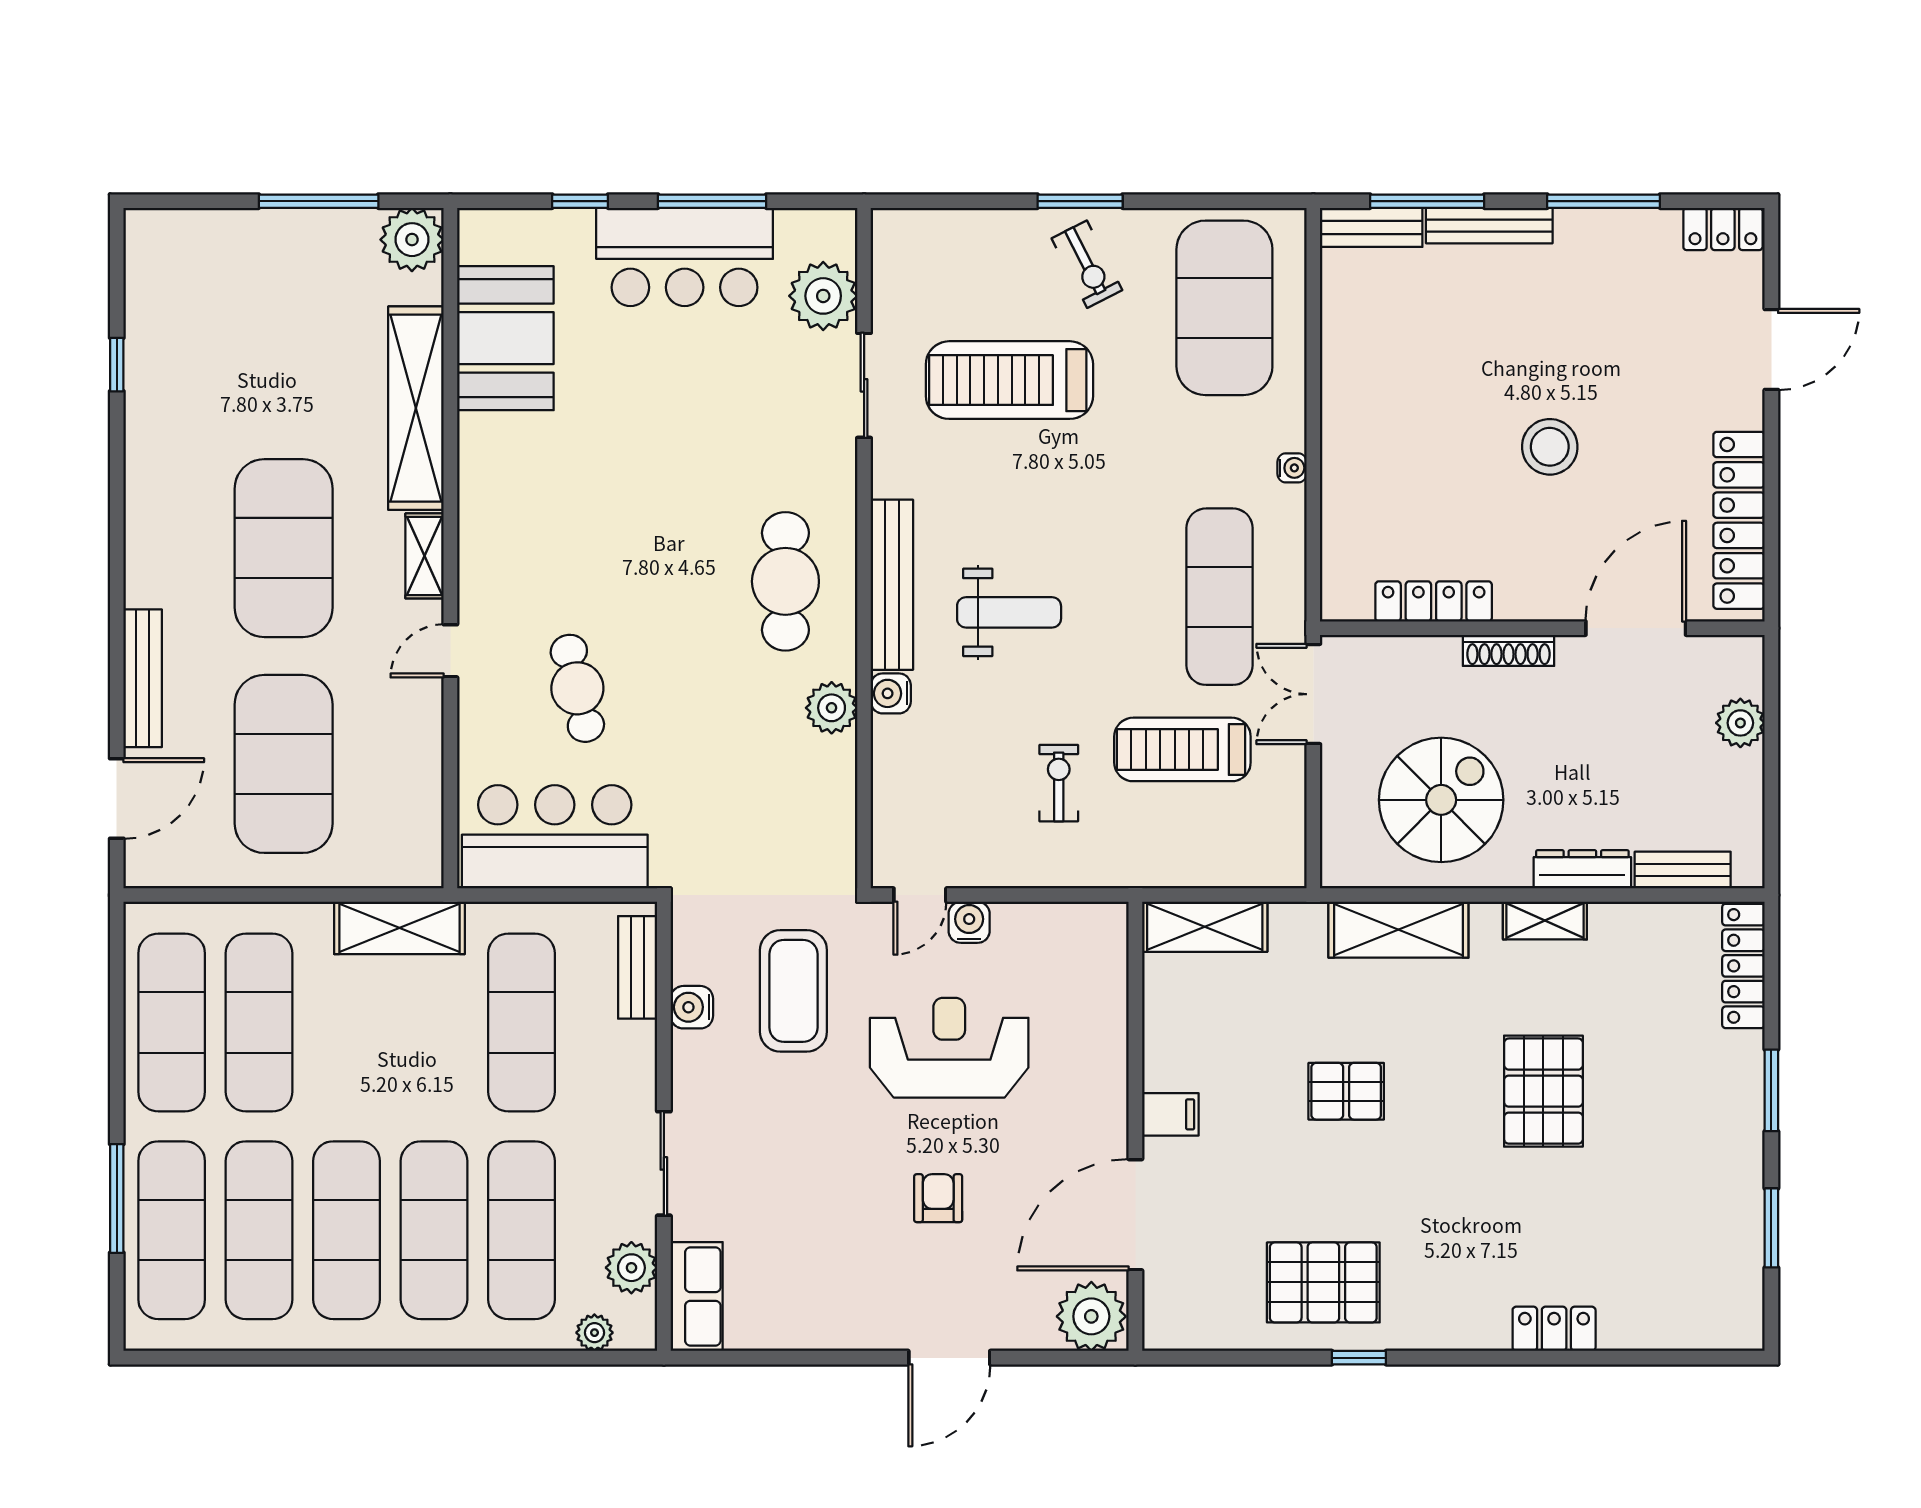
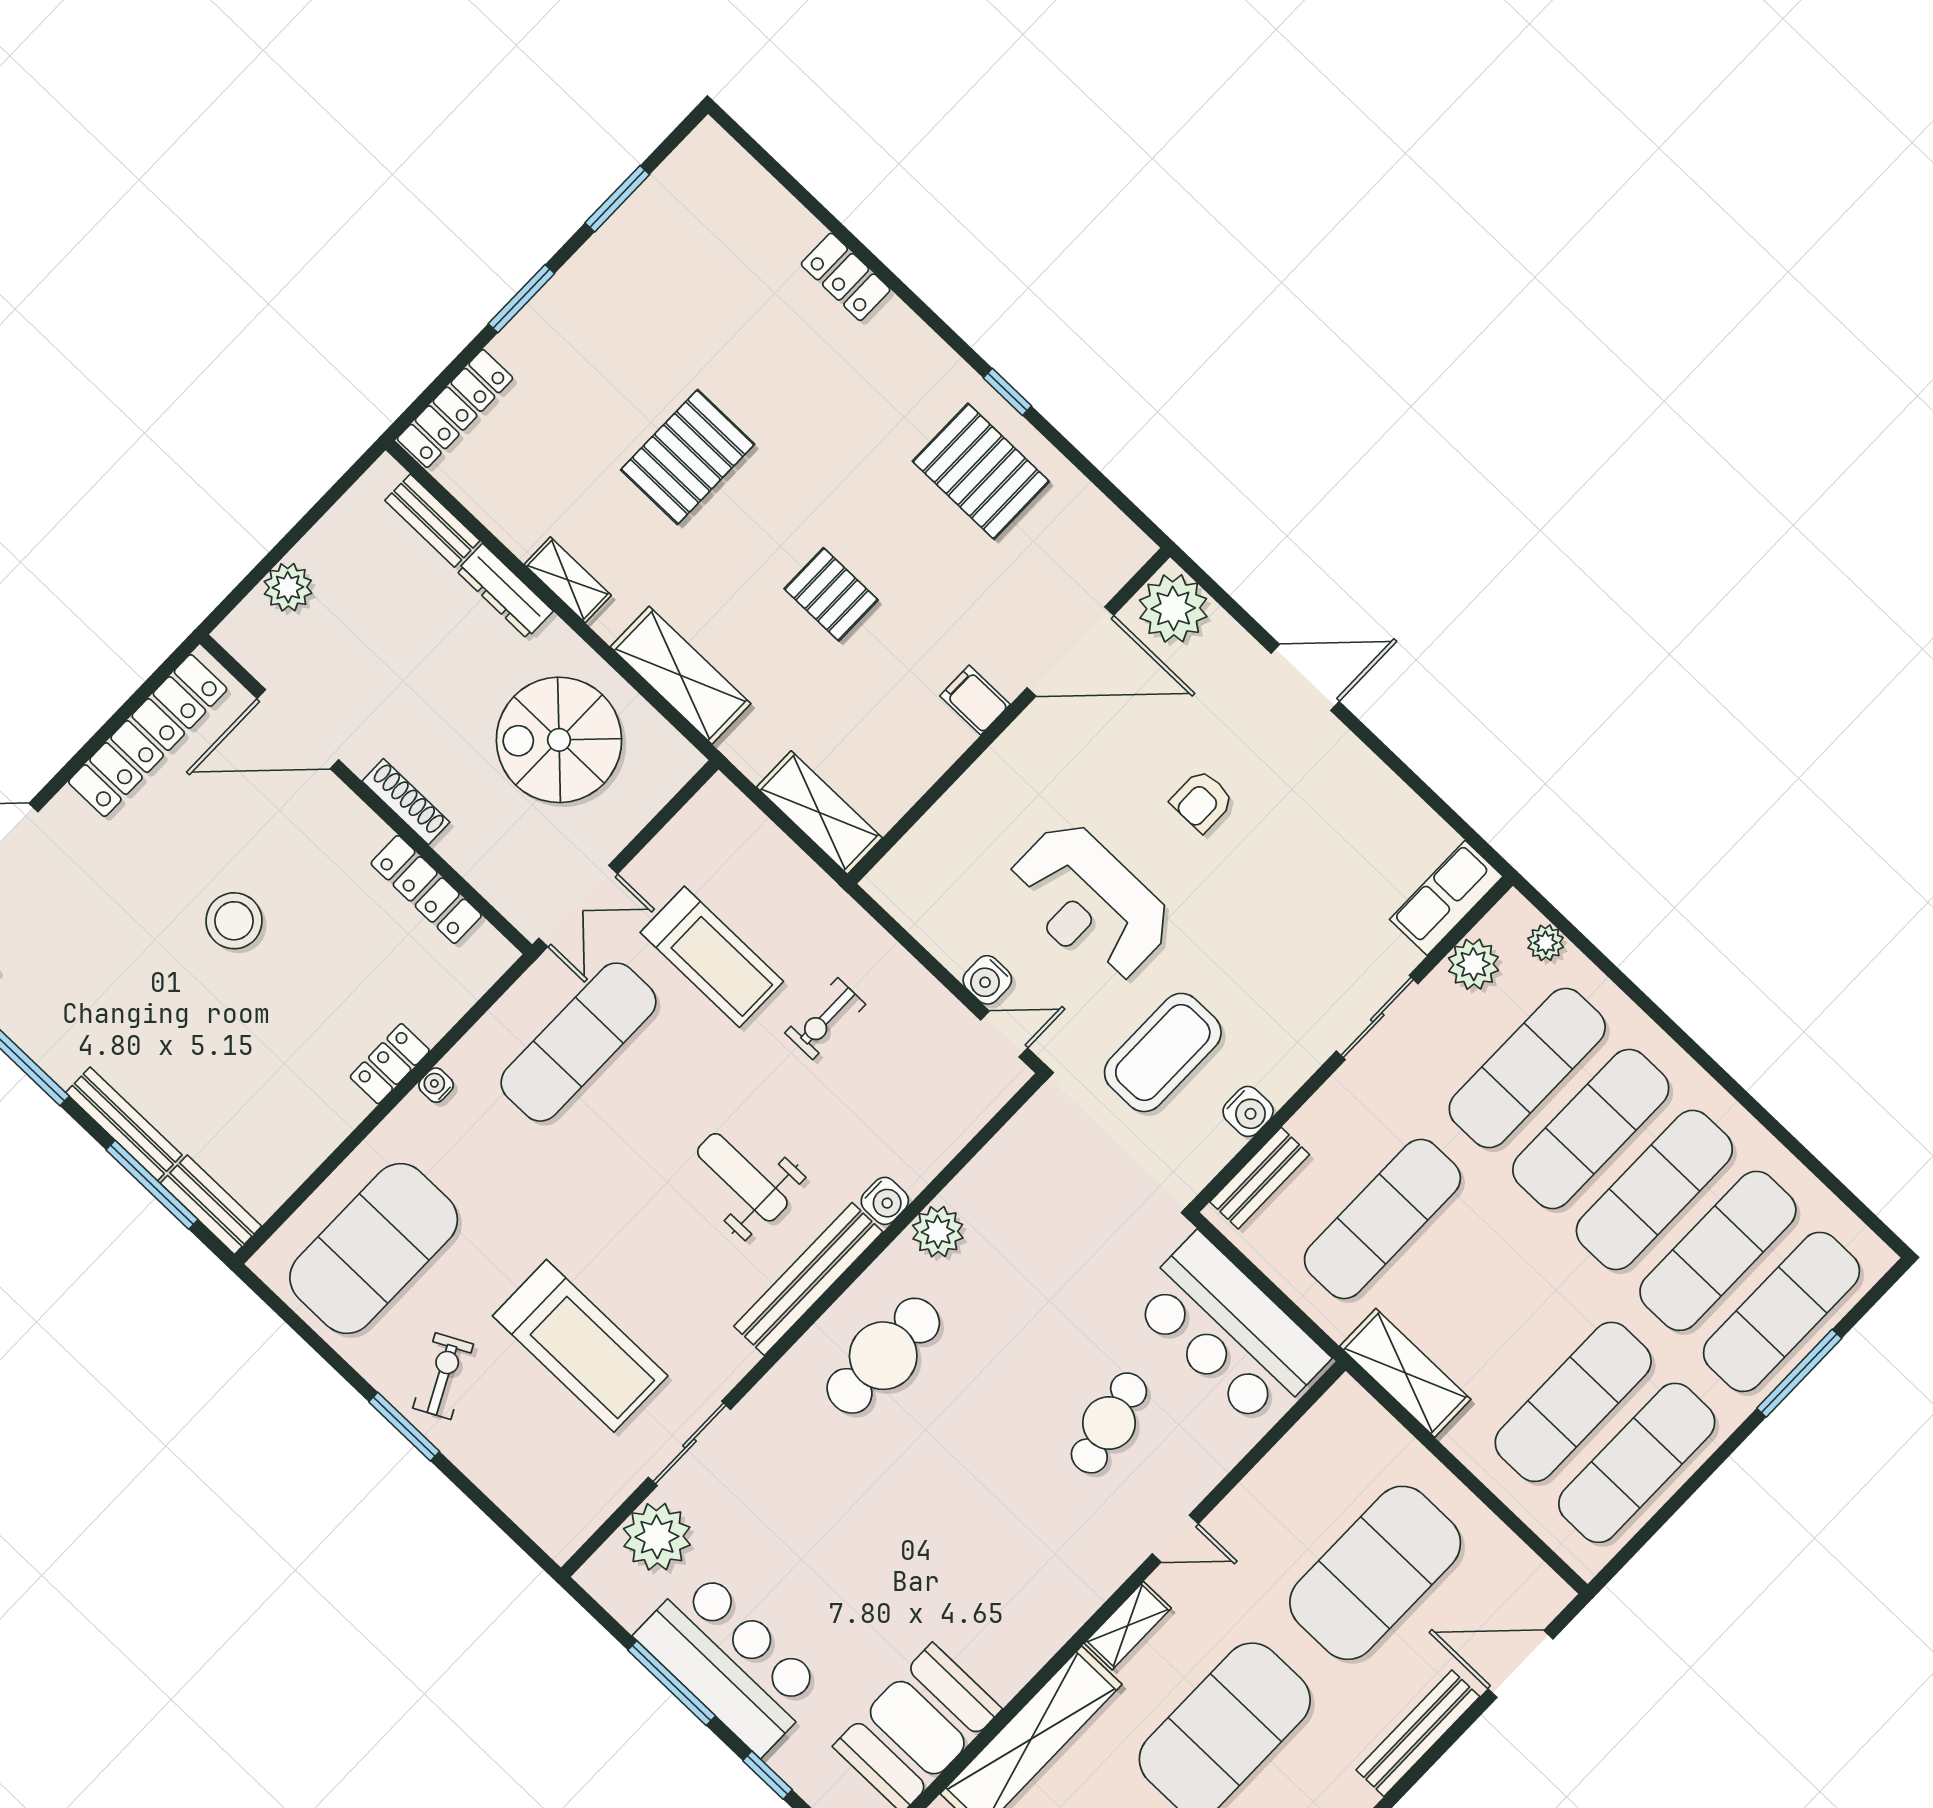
locker: (1340, 451) -> (390, 1064), added

